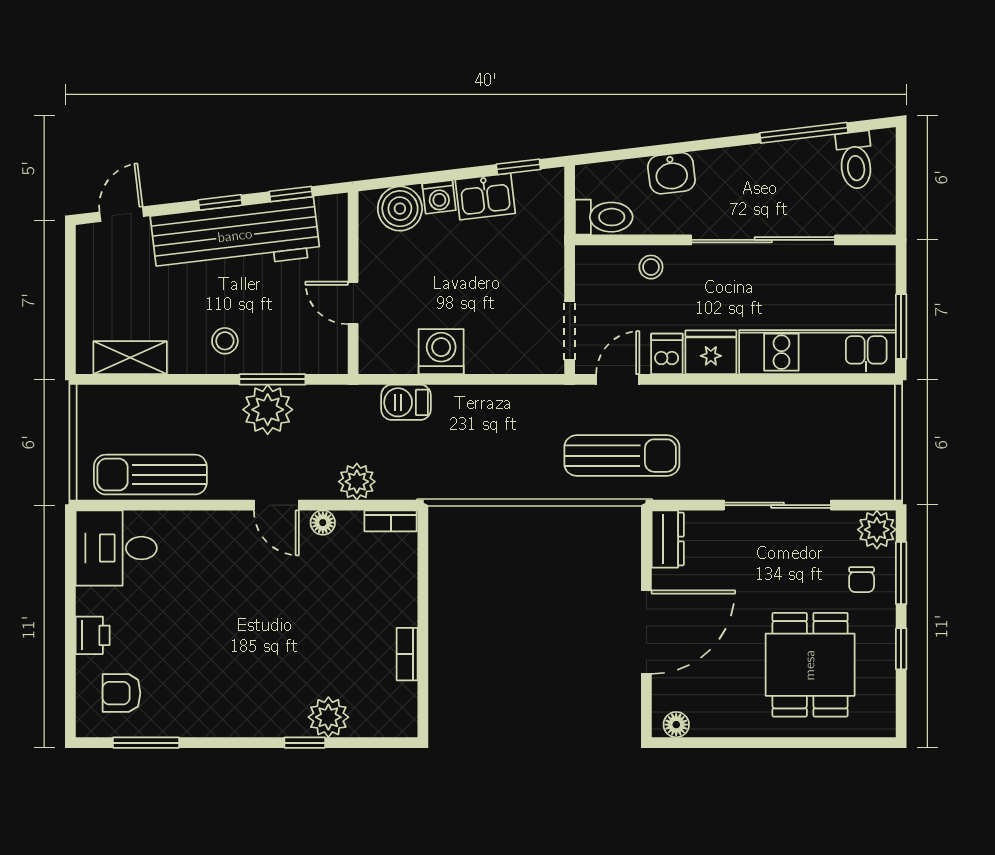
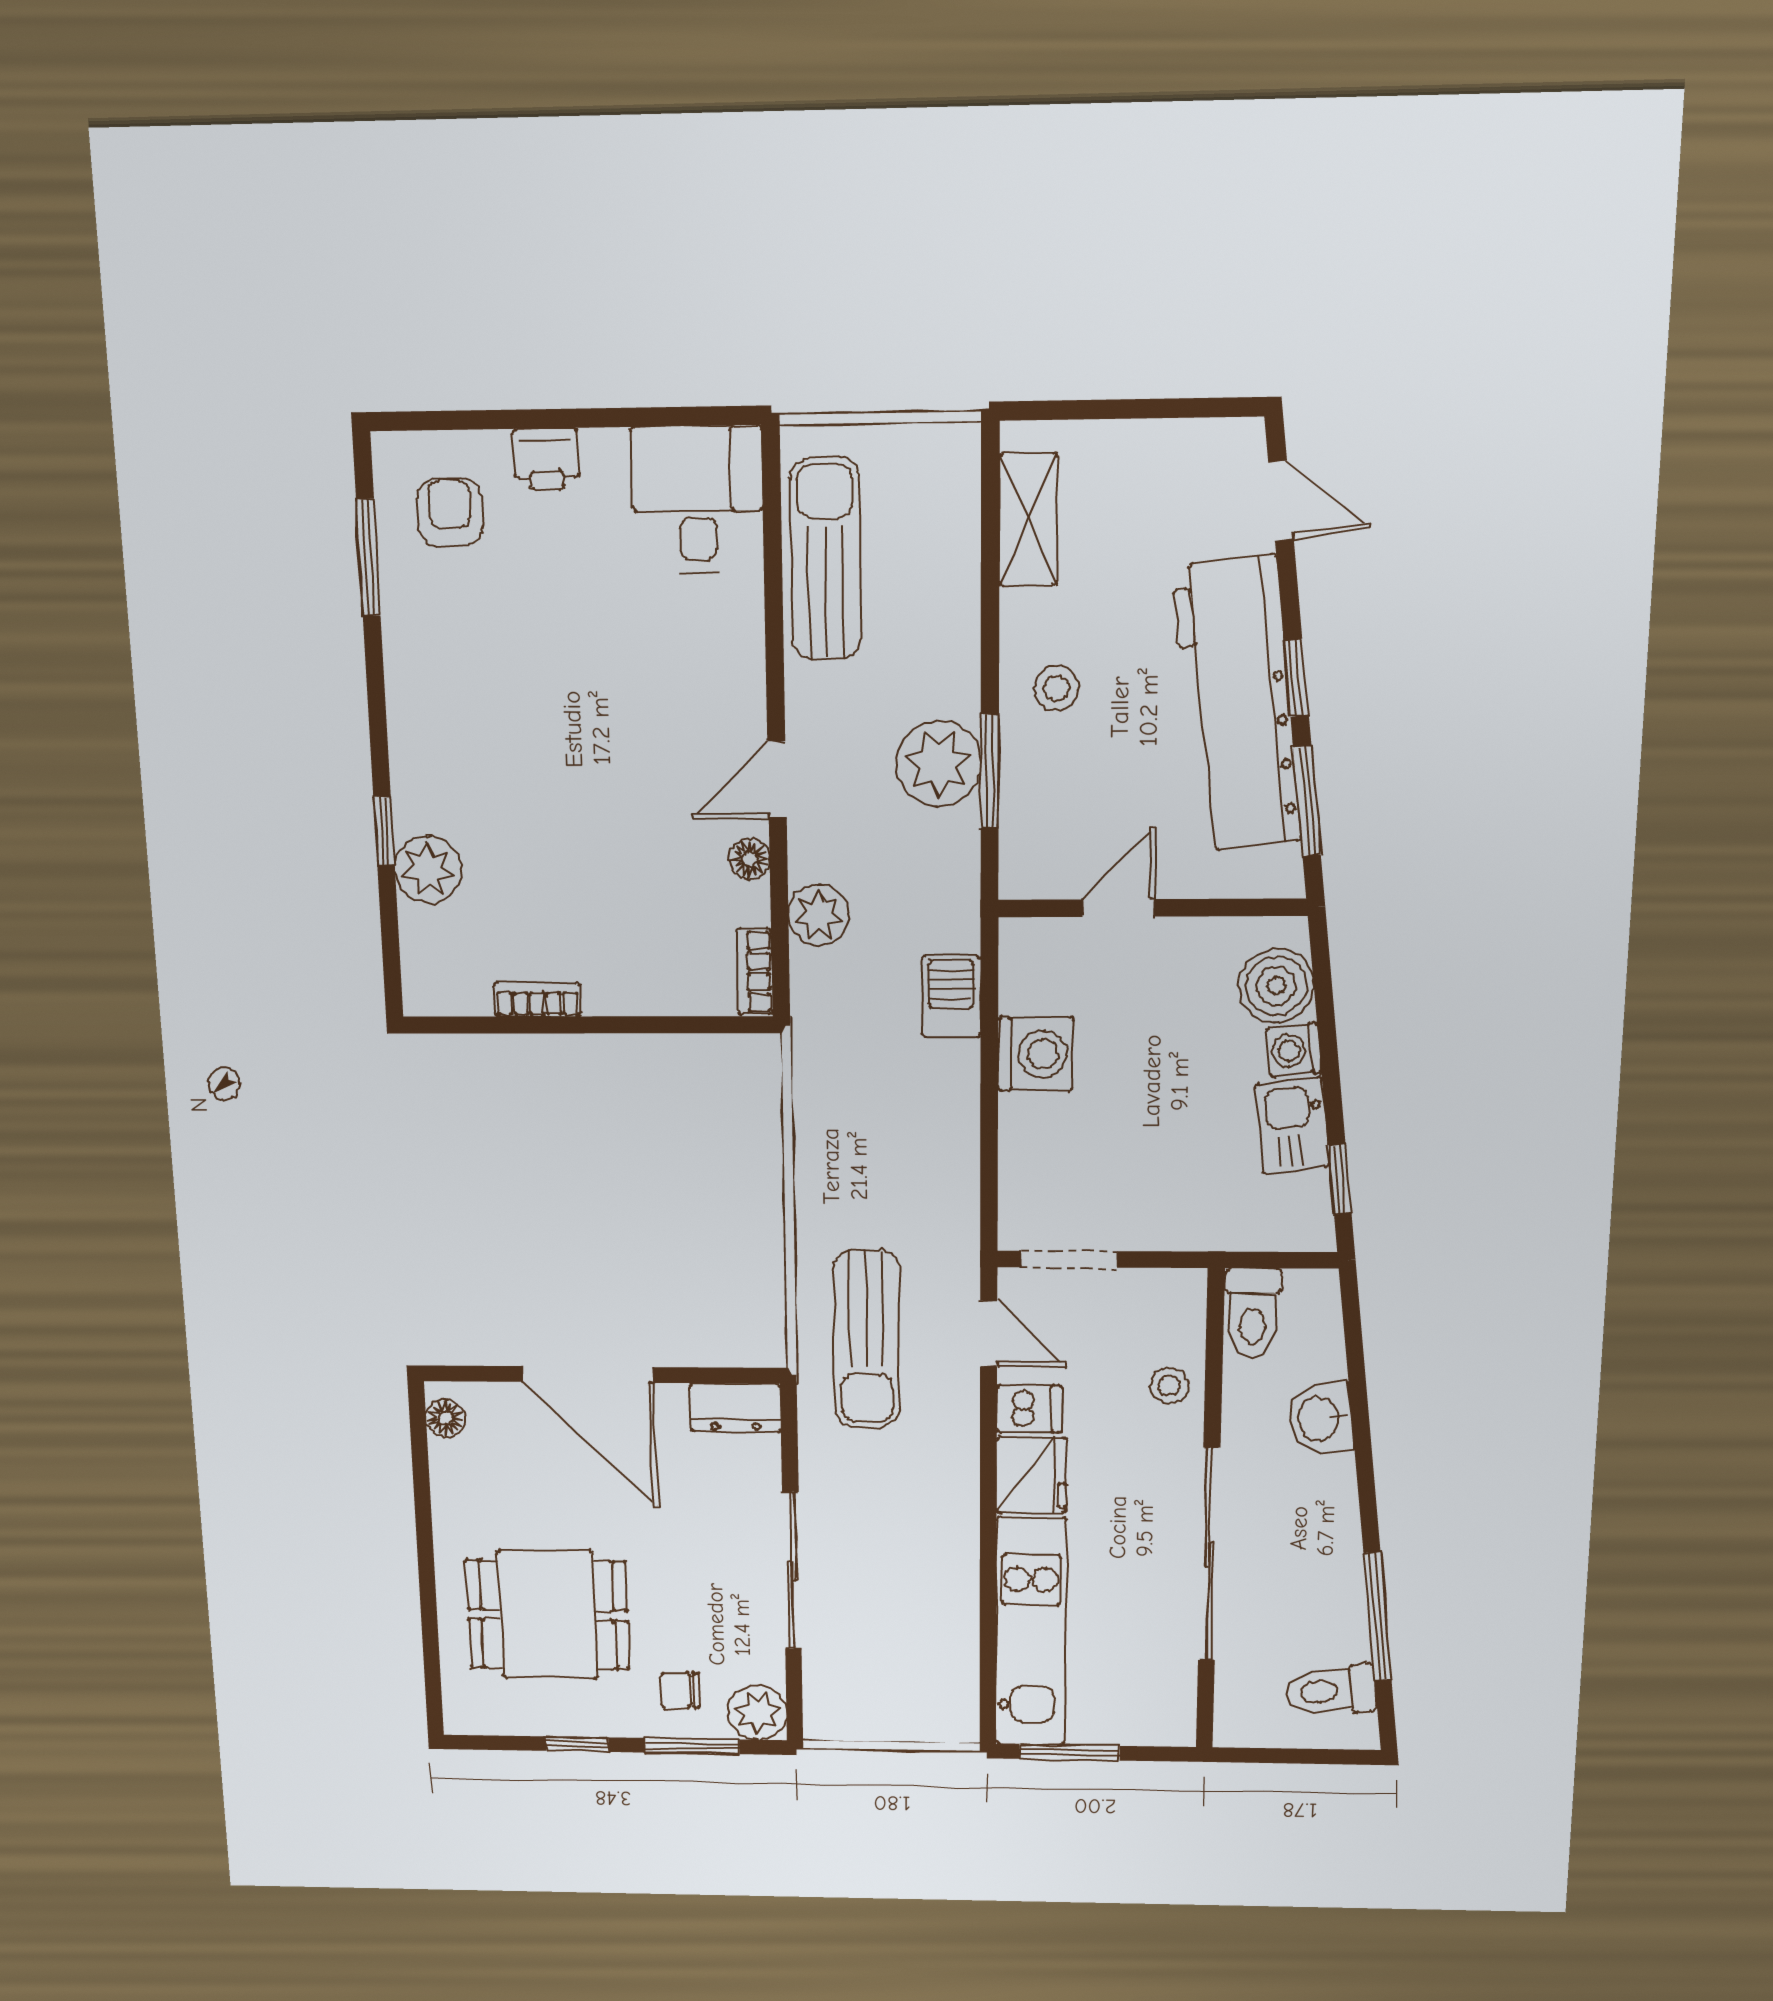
window: (291, 194) -> (1307, 801), width x1.50

